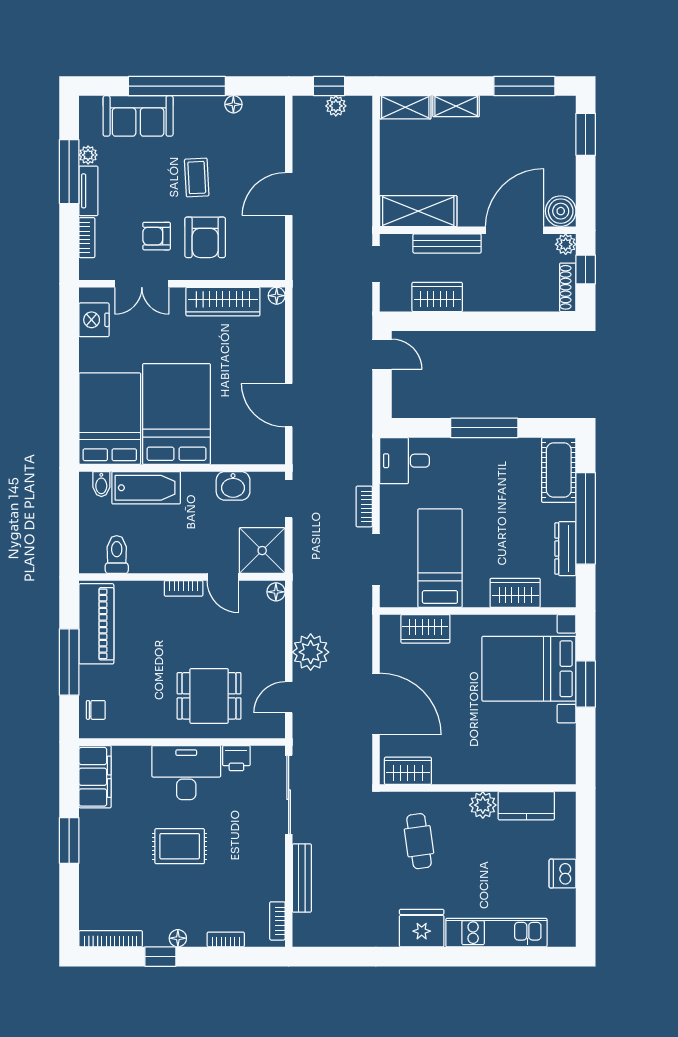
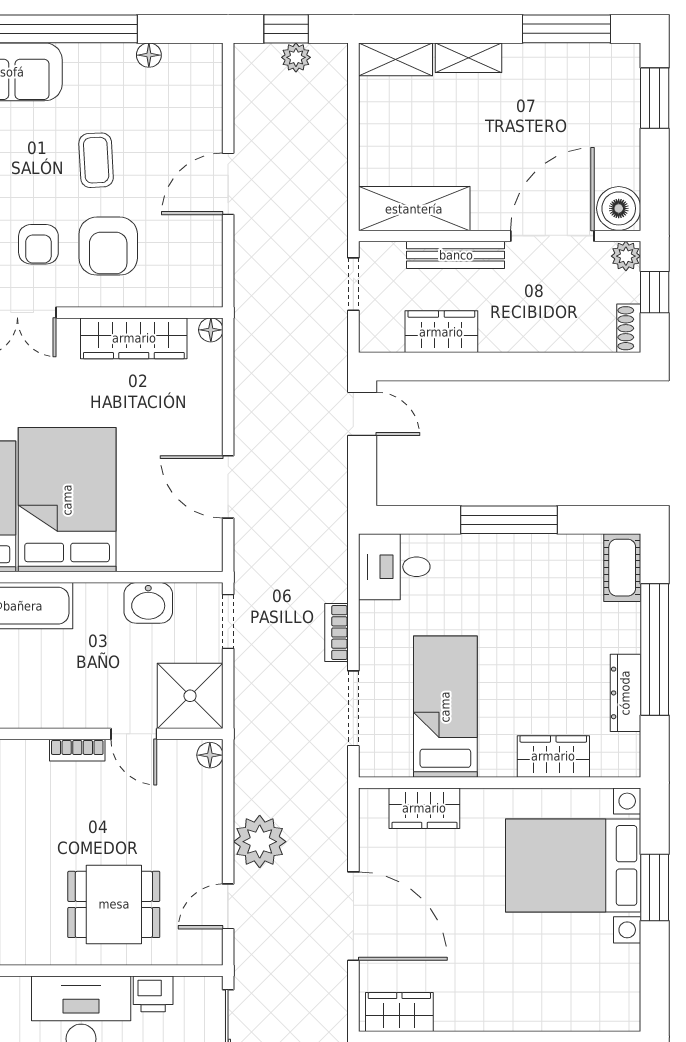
armchair: (157, 236) -> (38, 244), turned -90
shoe rack: (568, 287) -> (629, 328), width x0.70
cot: (559, 470) -> (622, 568), width x0.73, depth x0.75

